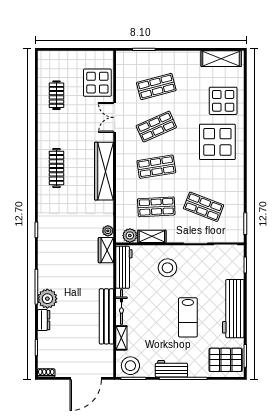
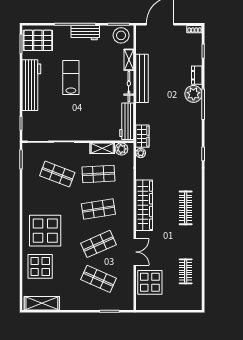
shop shelf: (156, 86) -> (98, 279), turned 39
stool: (167, 268) -> (89, 121), removed

